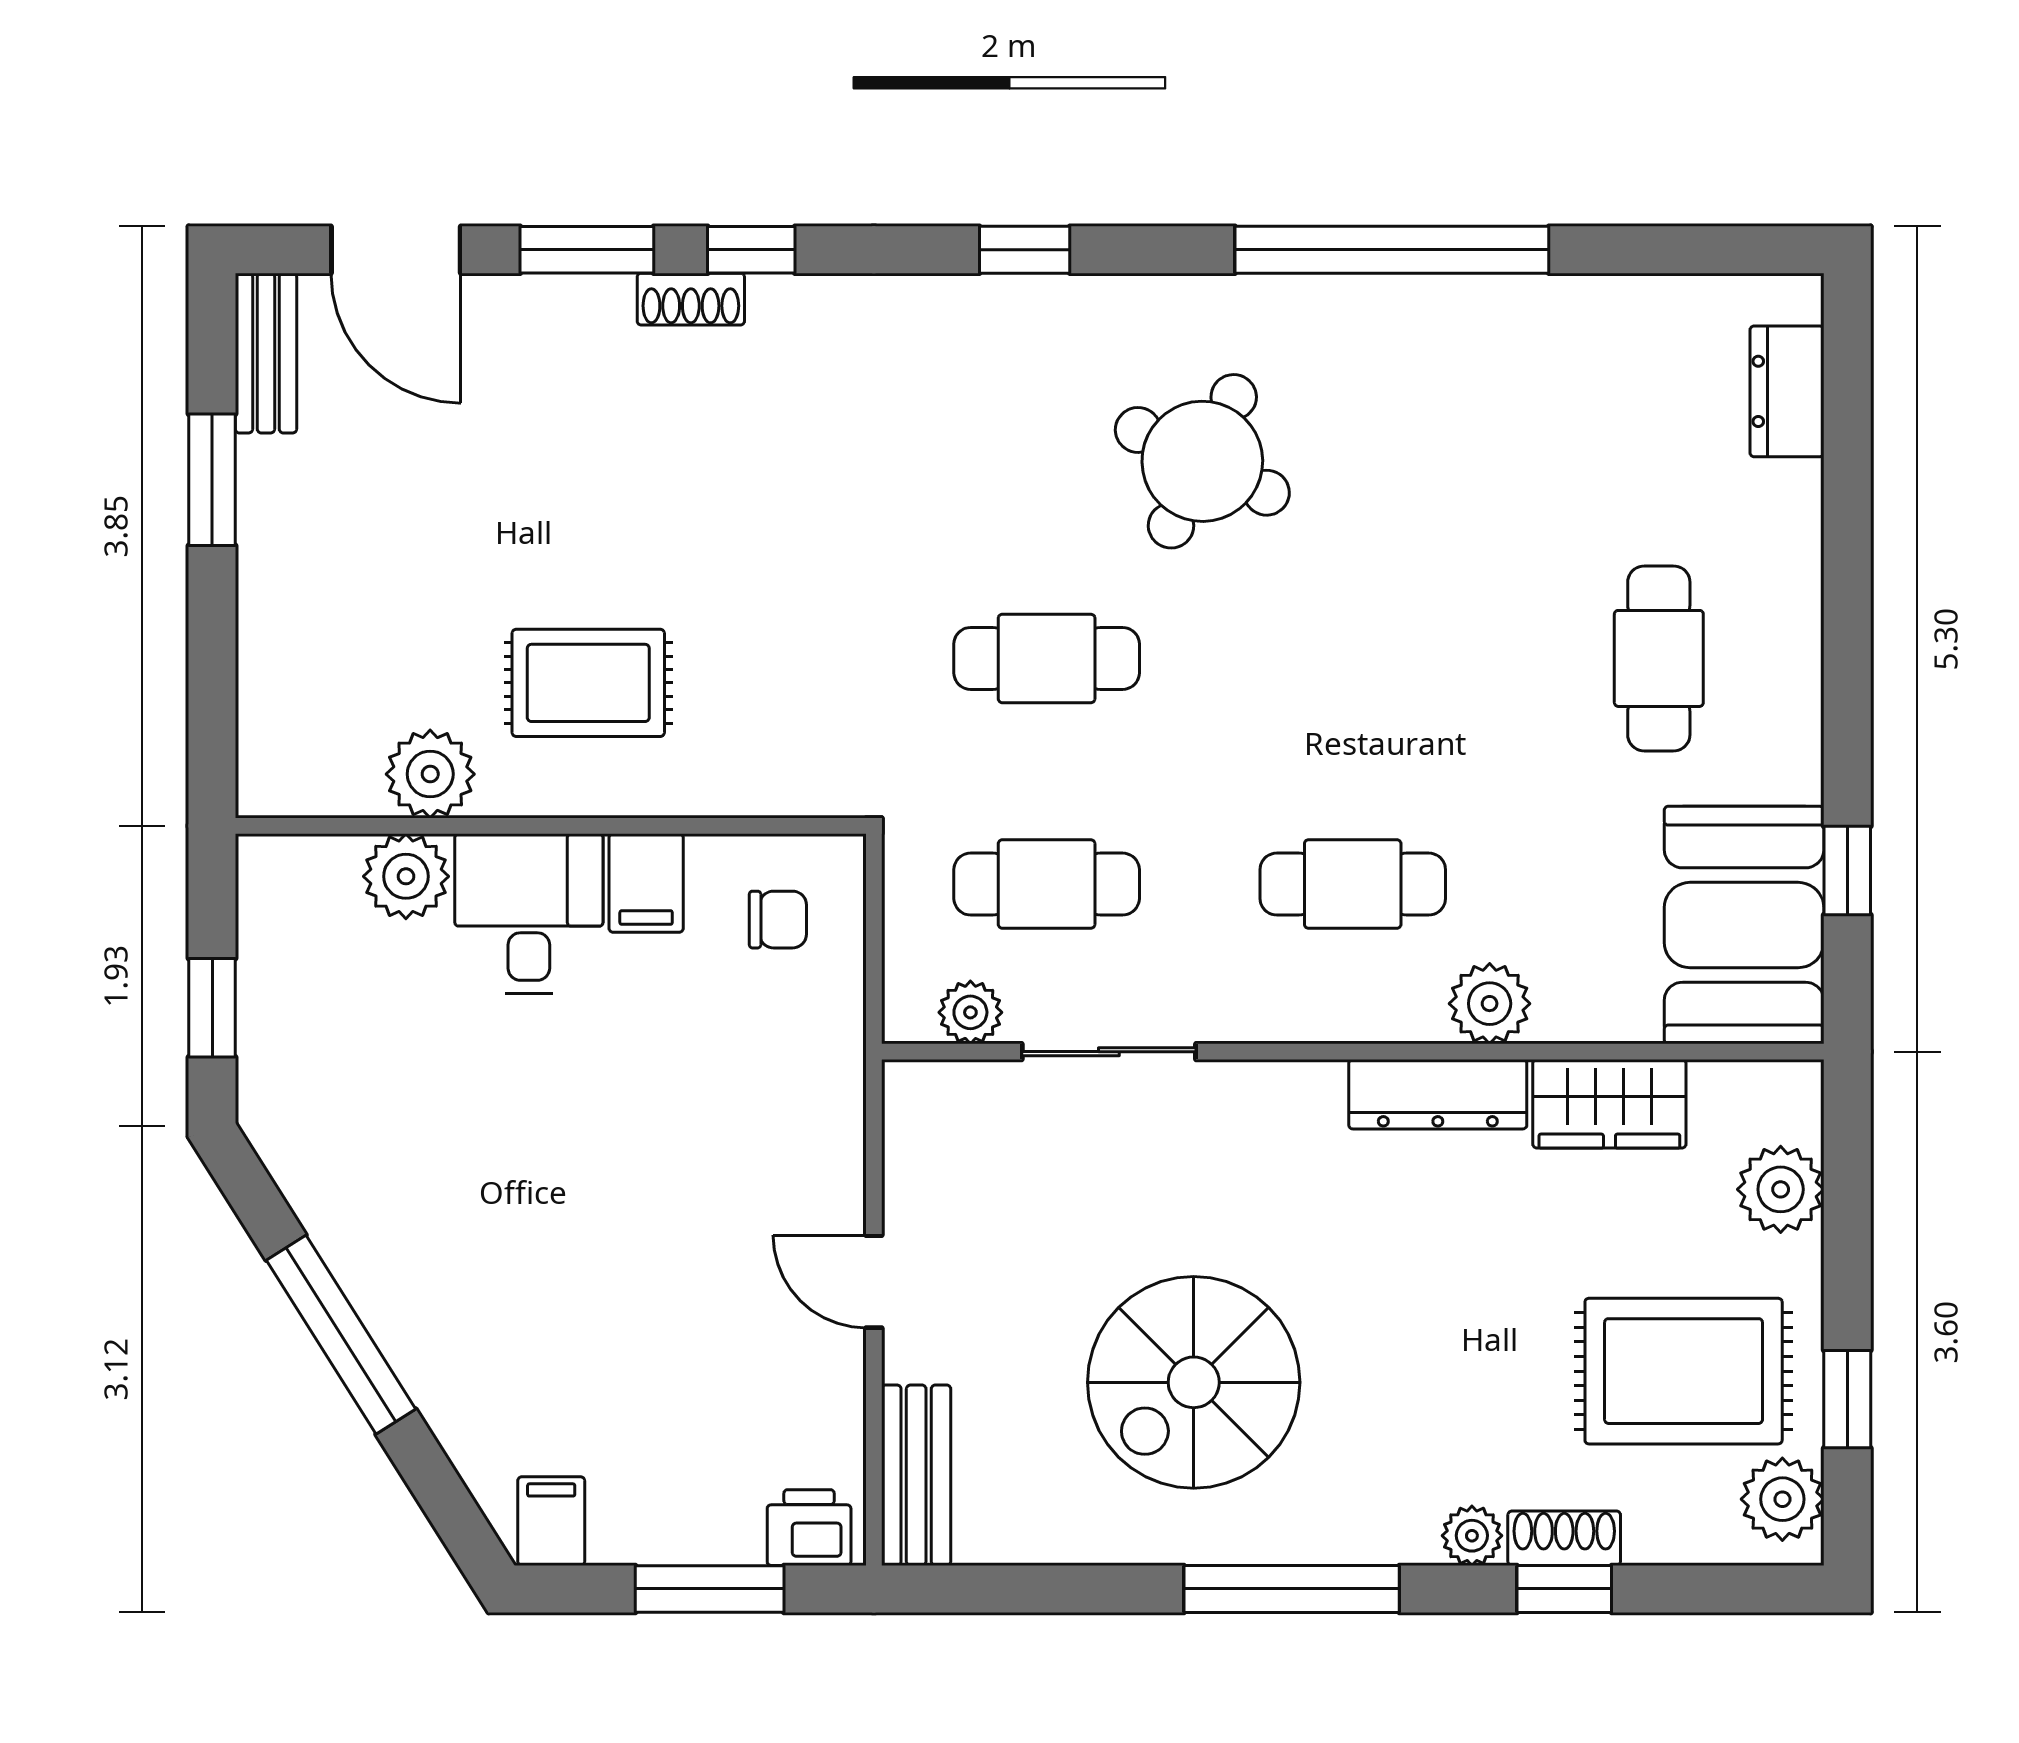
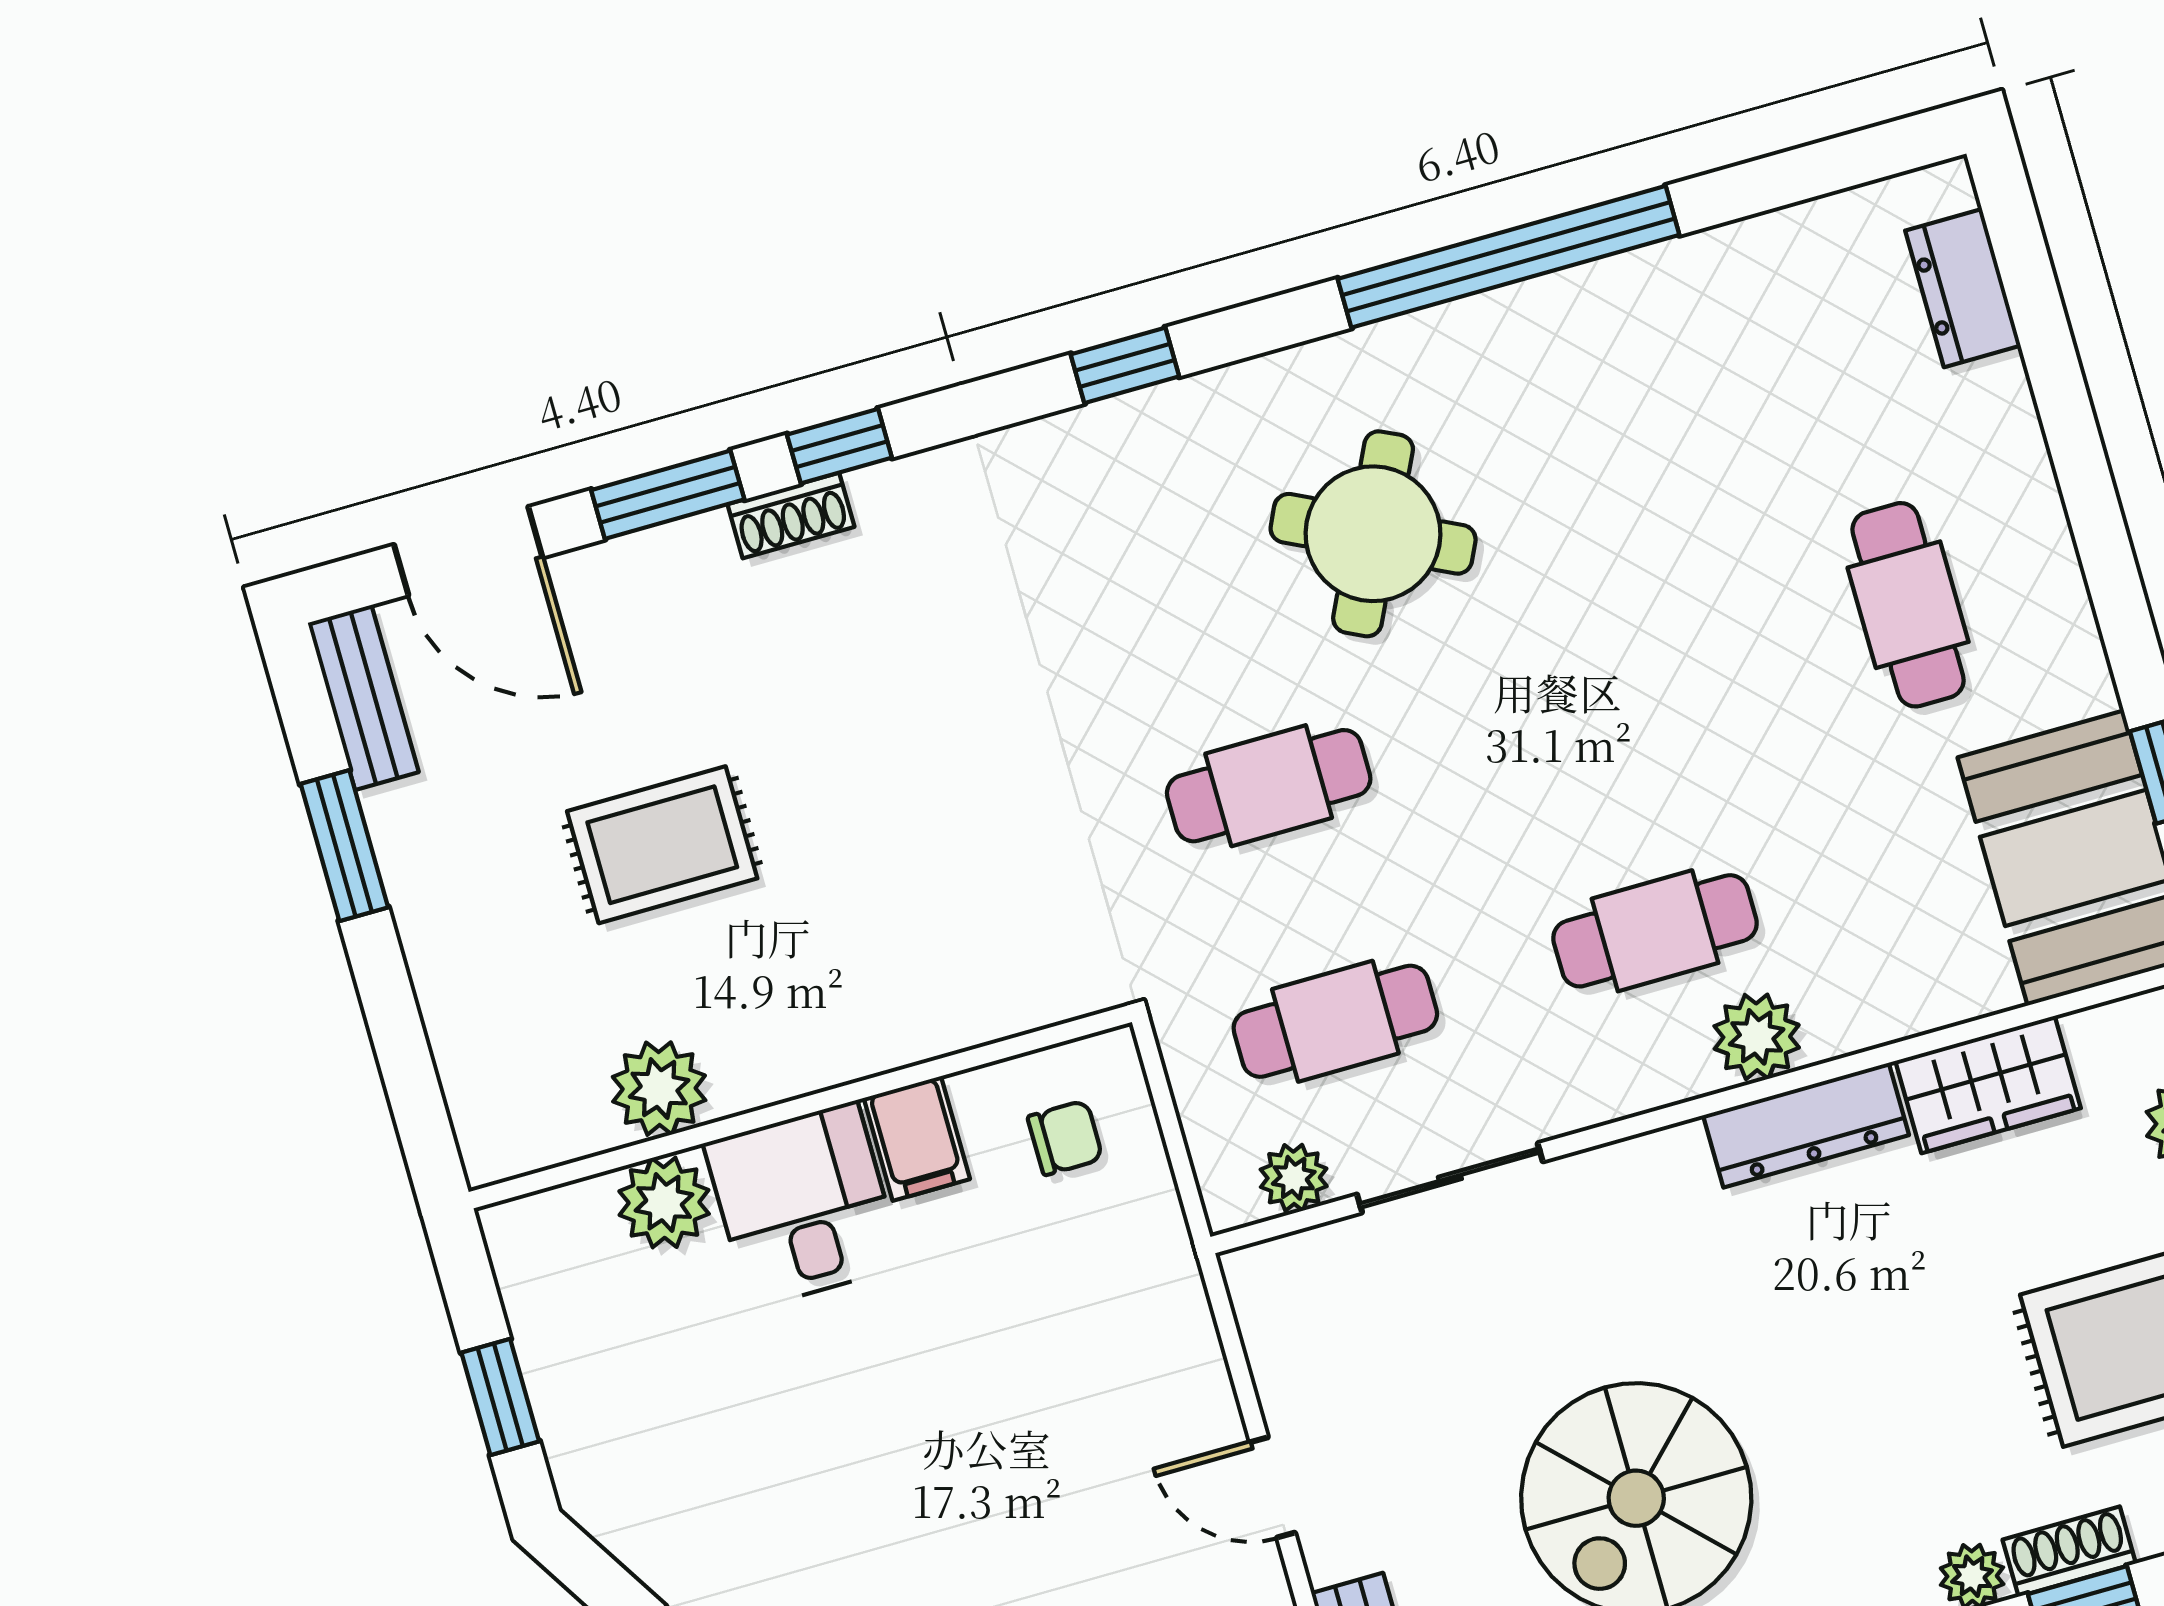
rug: (588, 683) -> (662, 845), moved
plant: (1490, 1004) -> (1757, 1037), moved

